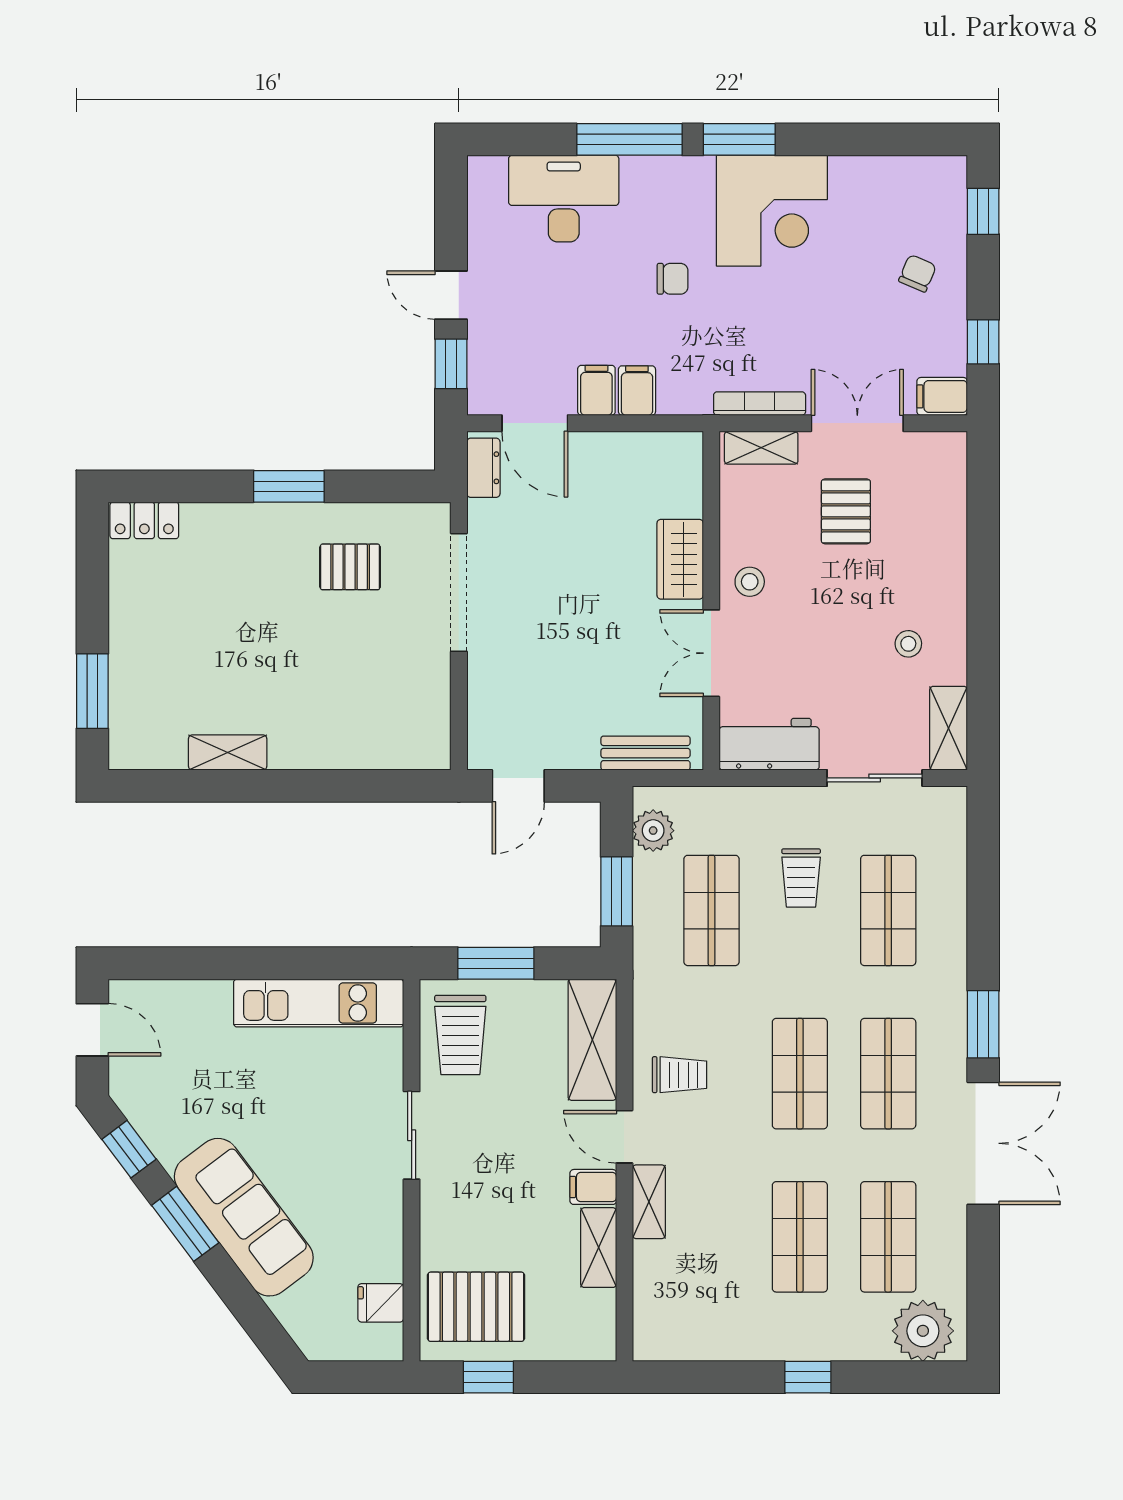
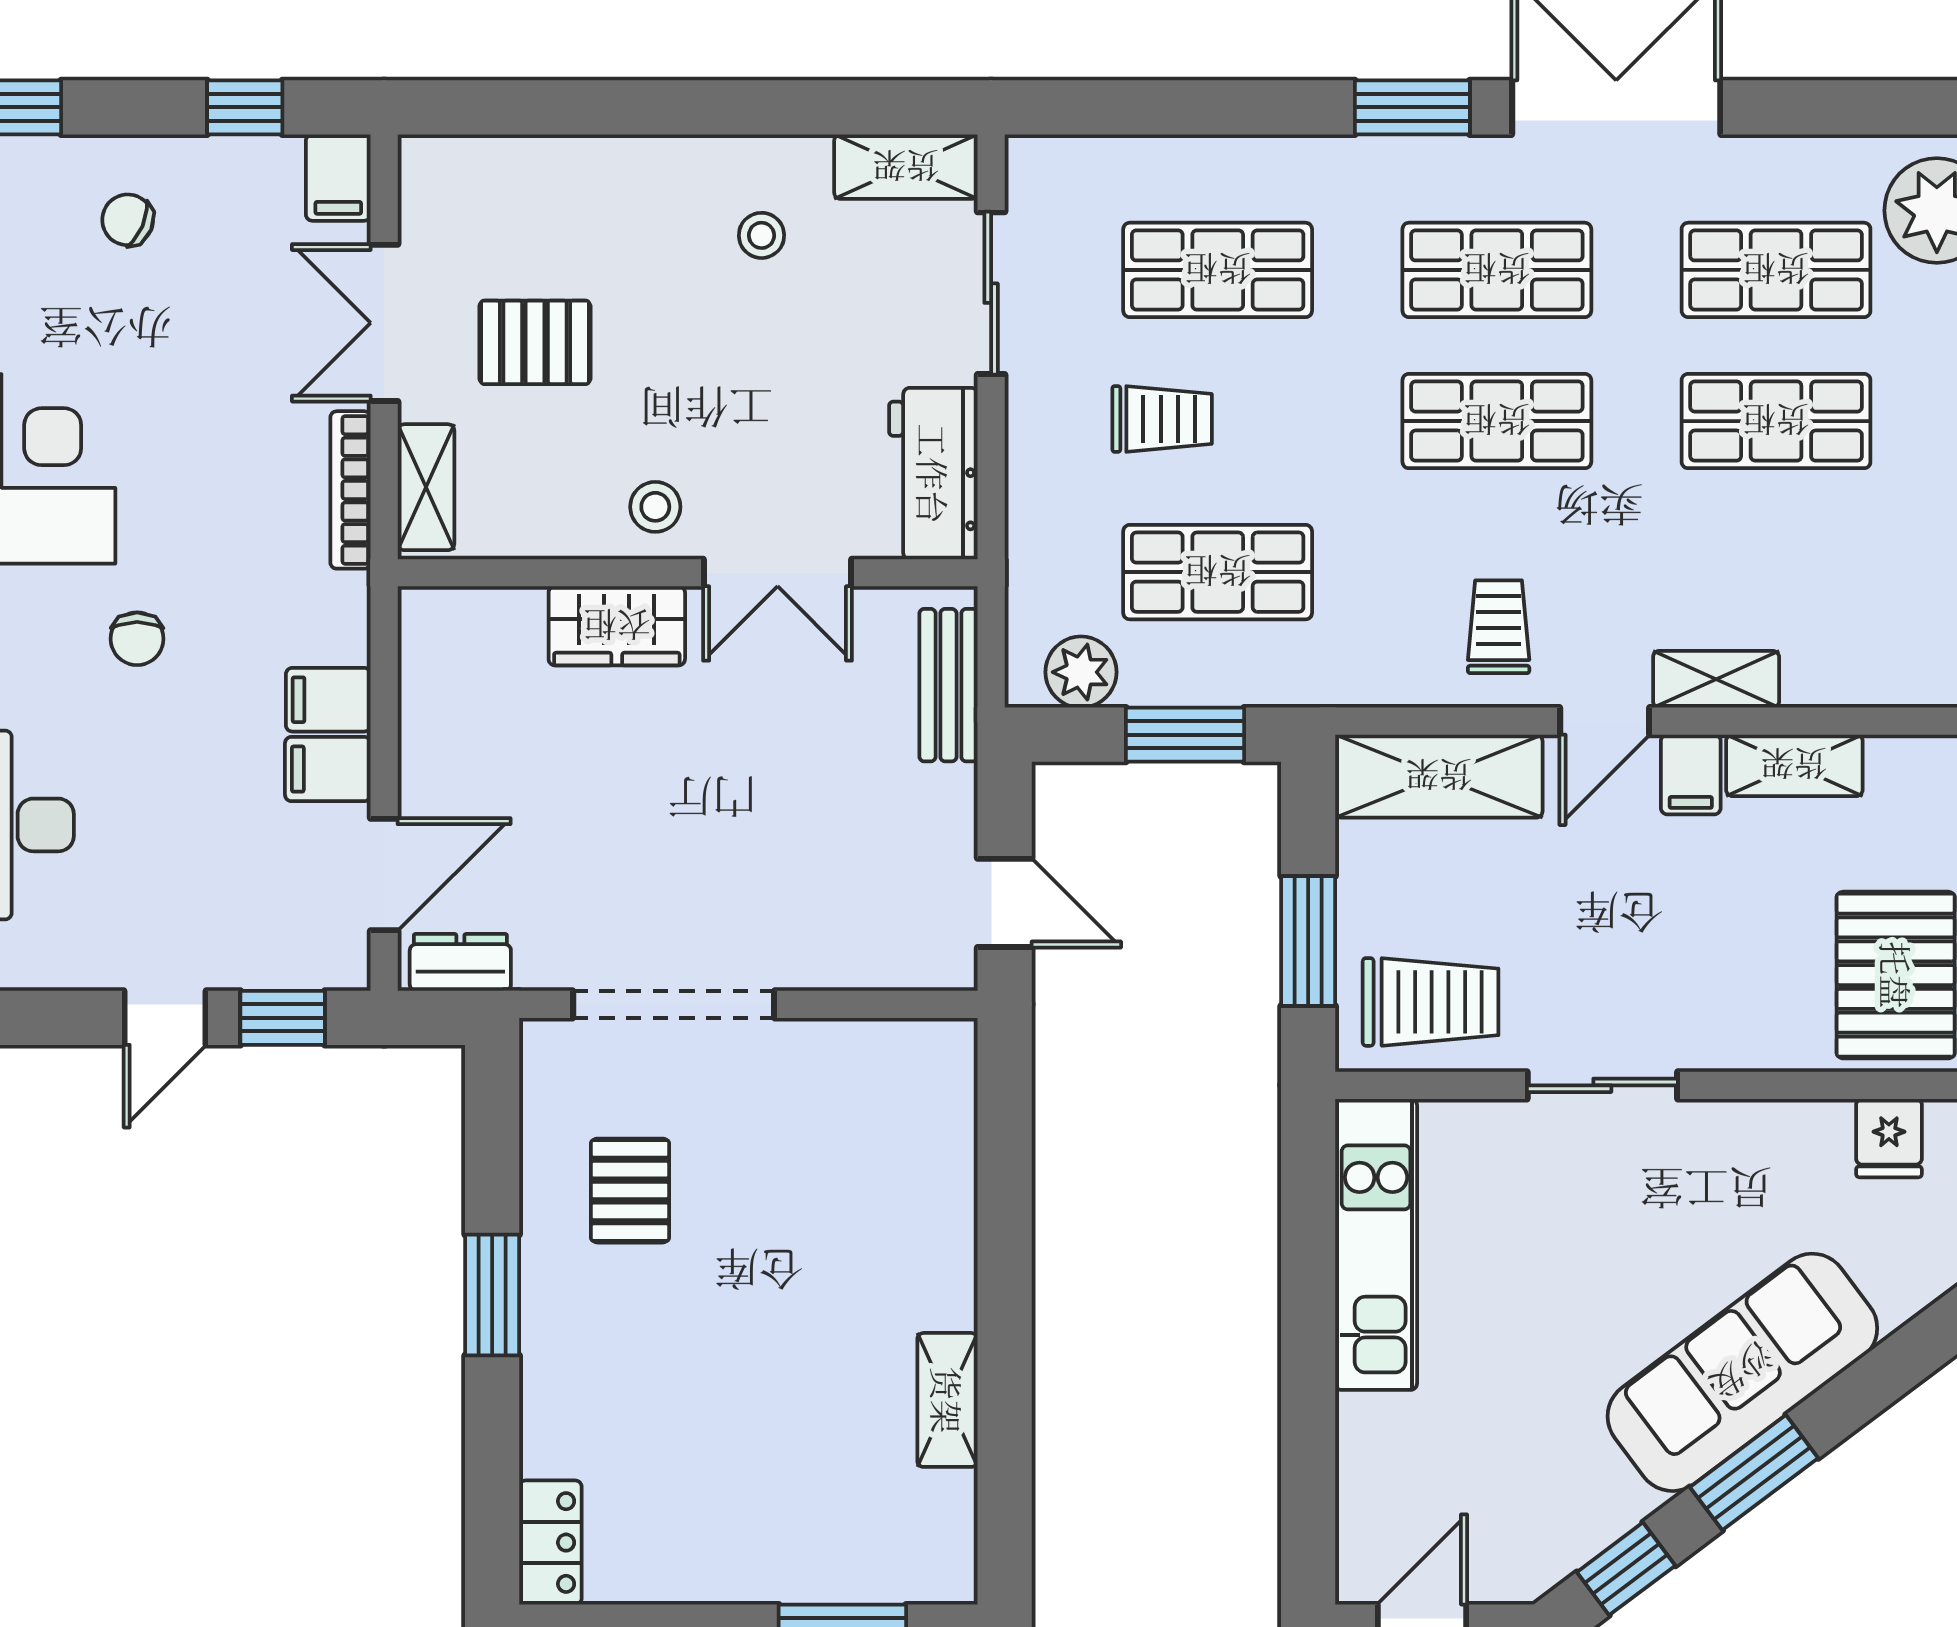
chair: (673, 279) -> (137, 639), turned 180

